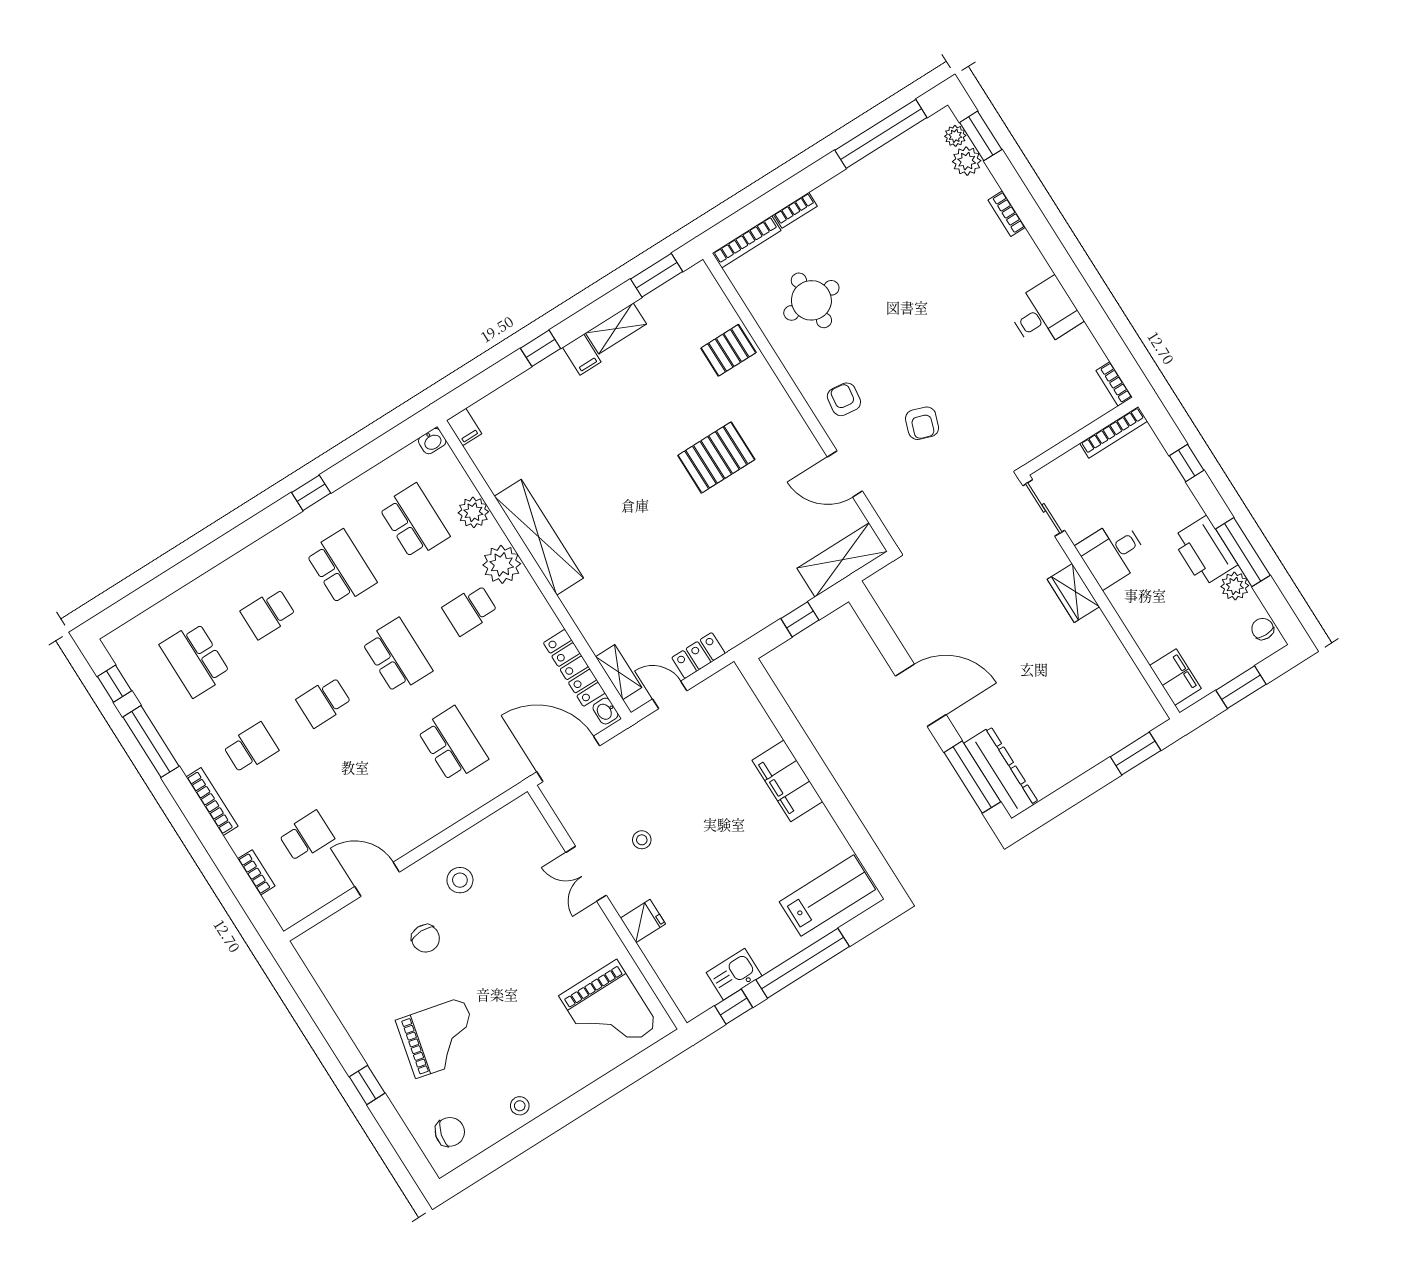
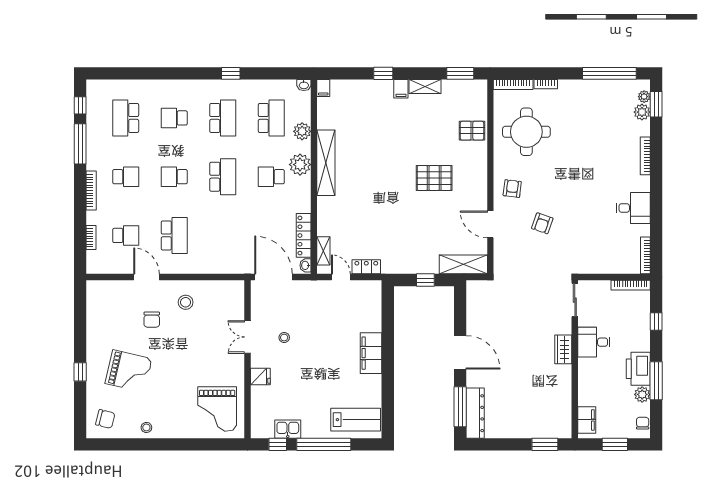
bookcase: (1007, 214) -> (645, 156), width x1.56
round table: (811, 300) -> (526, 132), width x1.36, depth x1.36
bookcase: (1114, 384) -> (645, 255), width x1.56
school desk: (453, 744) -> (174, 235), moved

